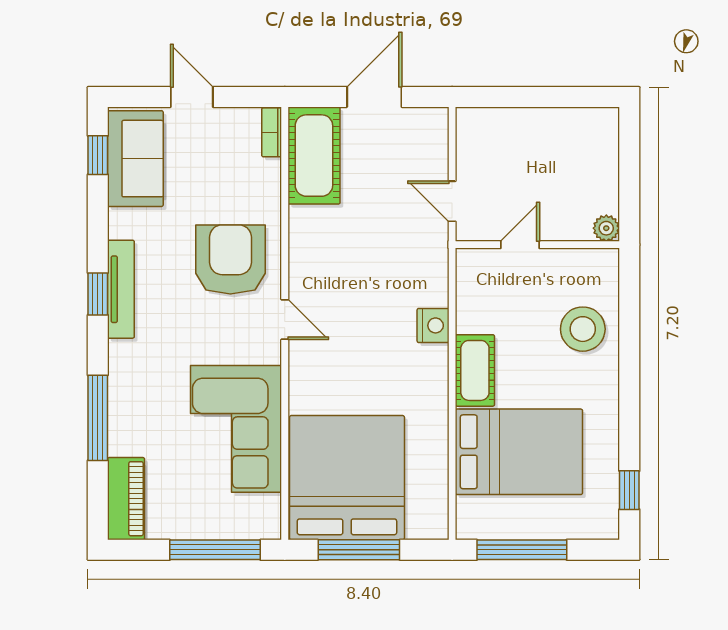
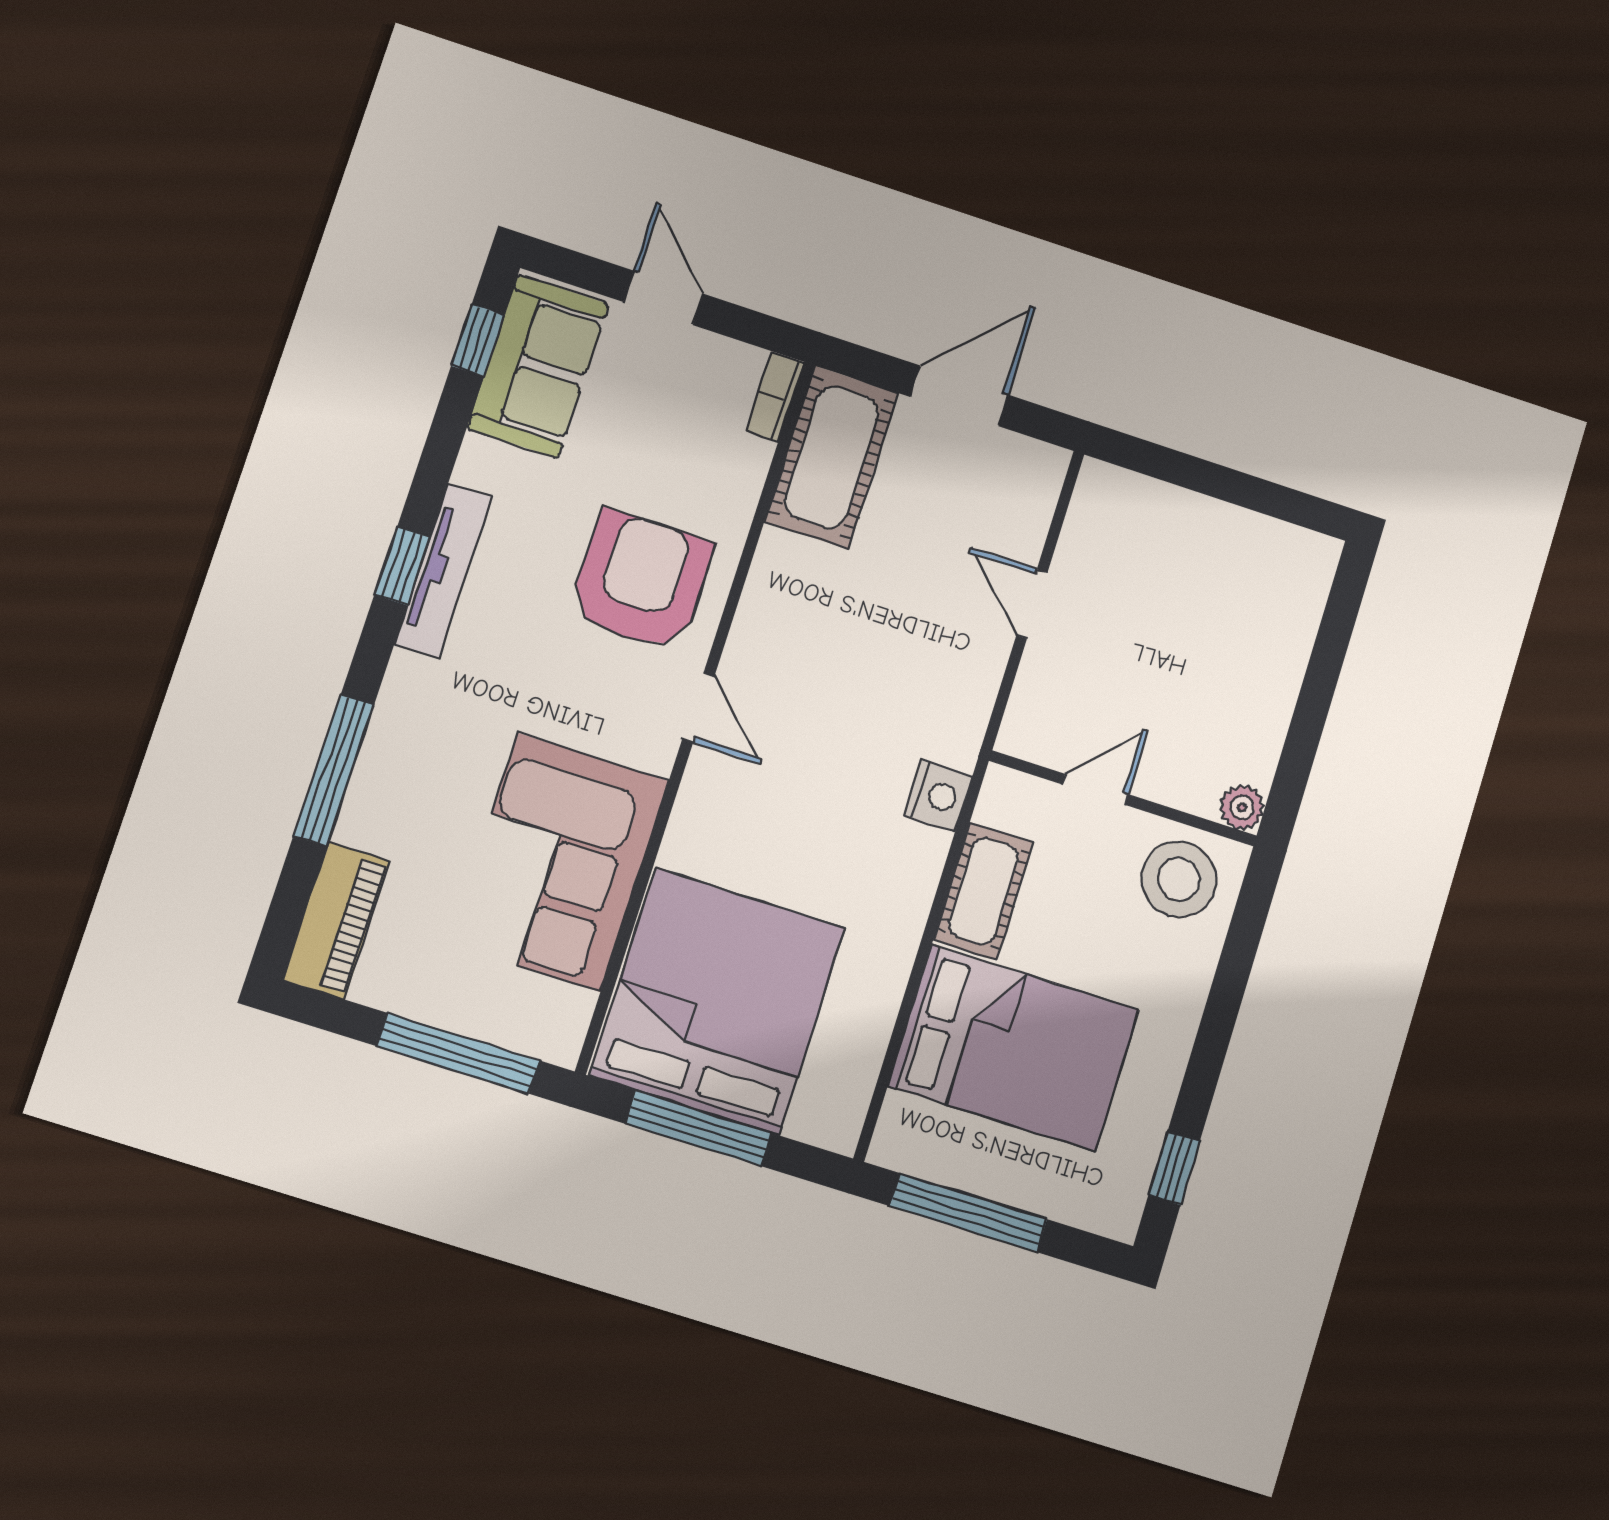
plant: (606, 228) -> (1242, 807), moved
door: (520, 245) -> (1095, 789), moved
wall: (537, 245) -> (1123, 798), moved

